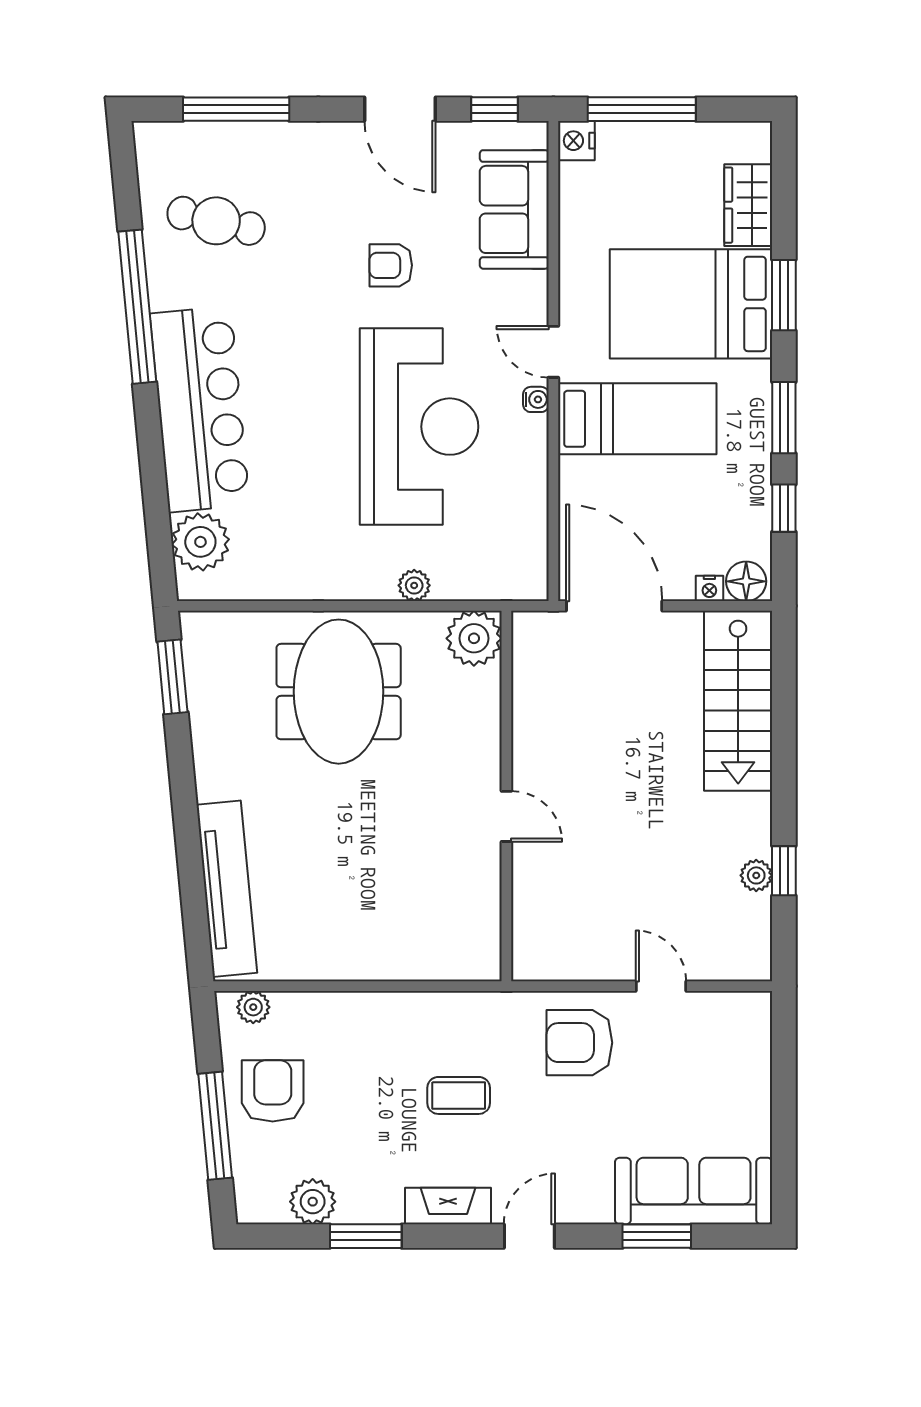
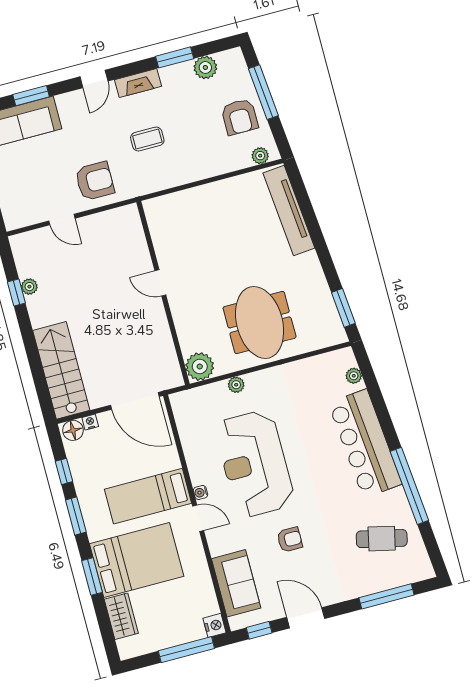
plant: (200, 542) -> (354, 376), width x0.53, depth x0.53

